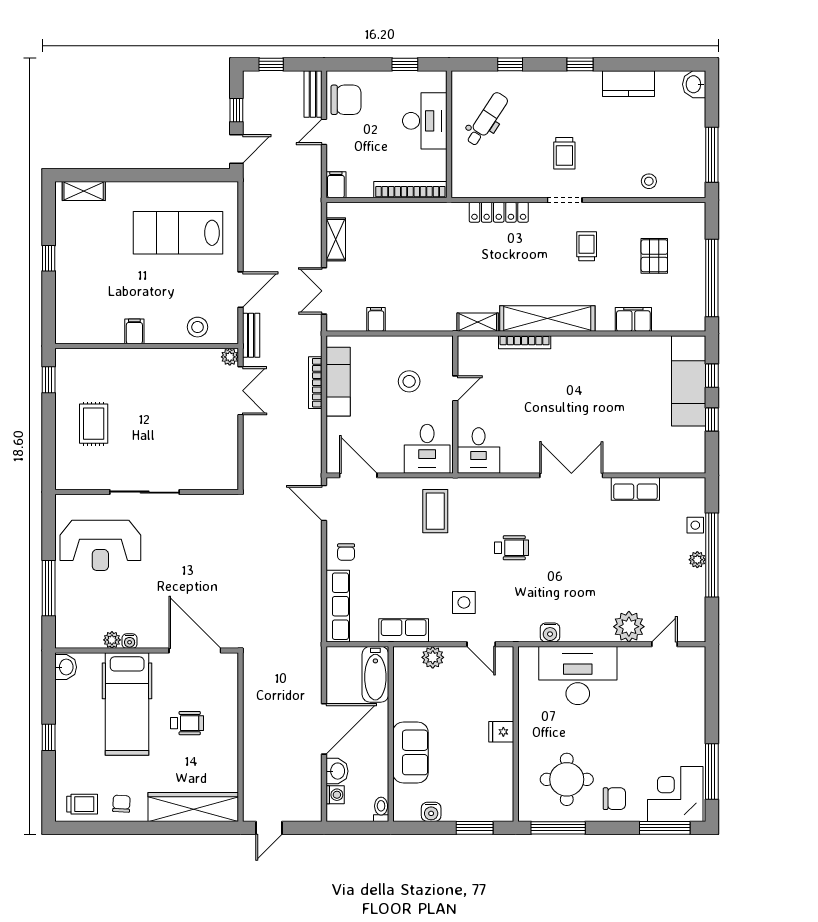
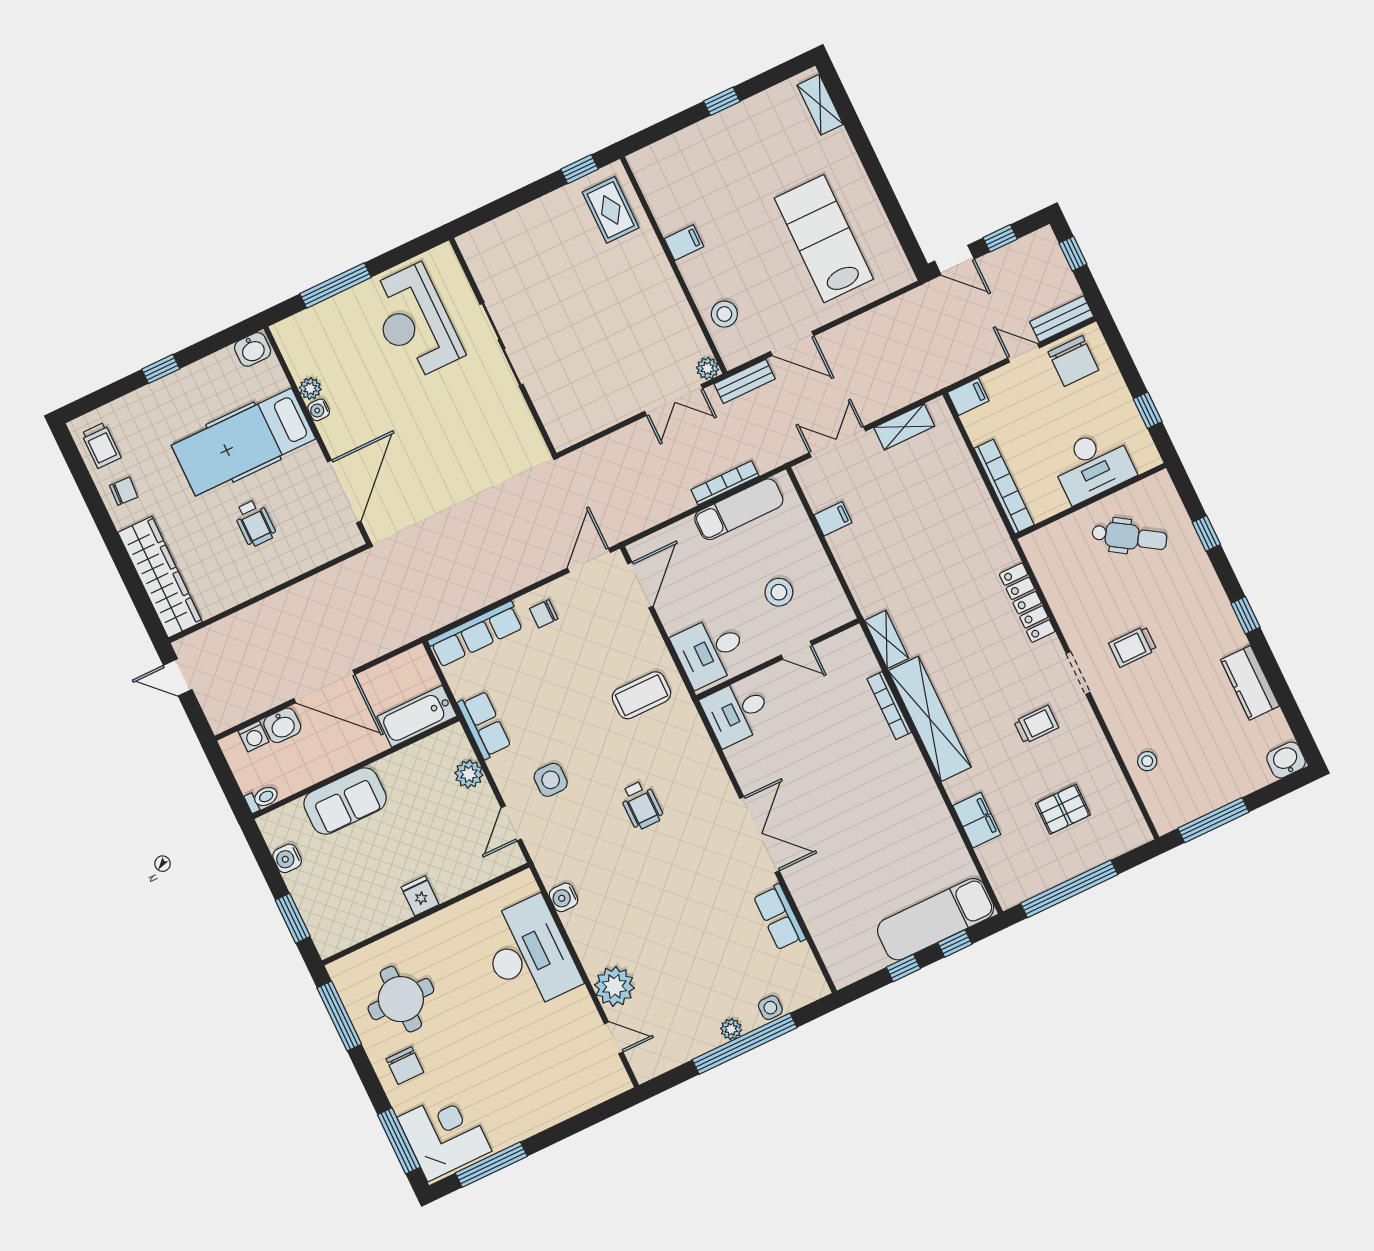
rug: (94, 424) -> (611, 210), moved, turned 90

